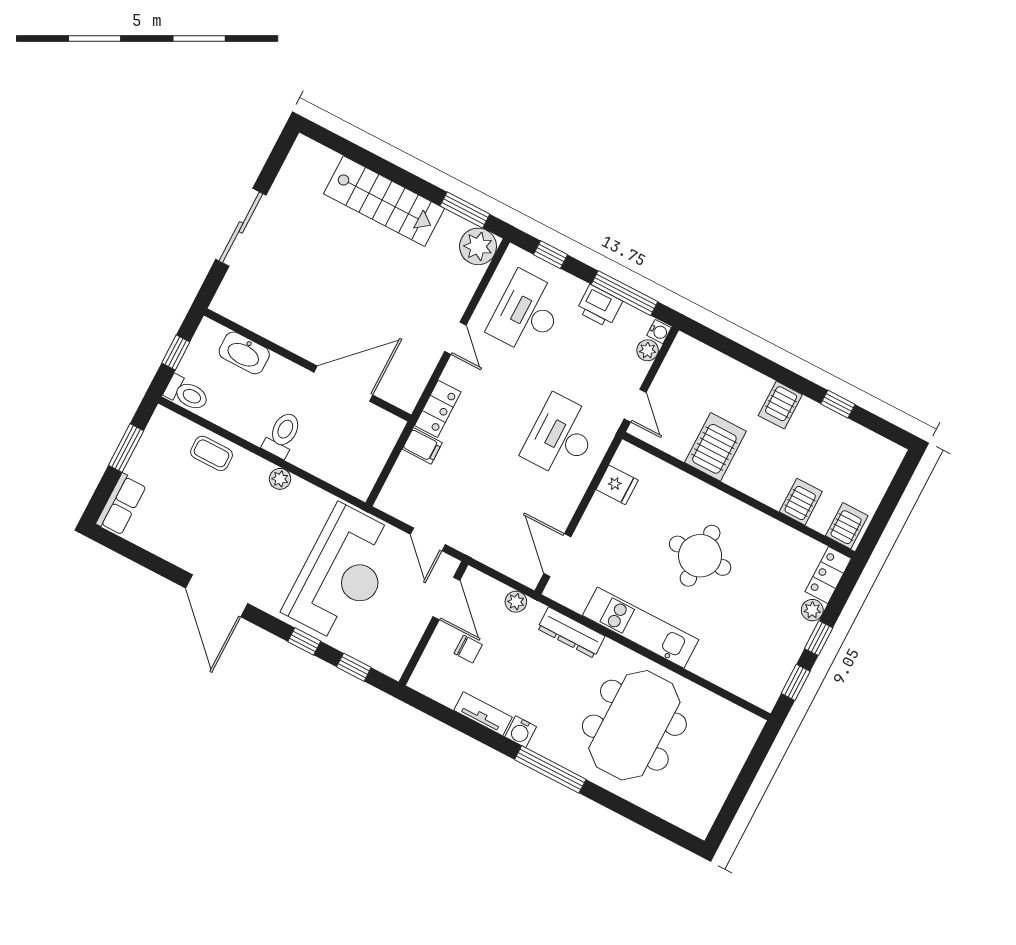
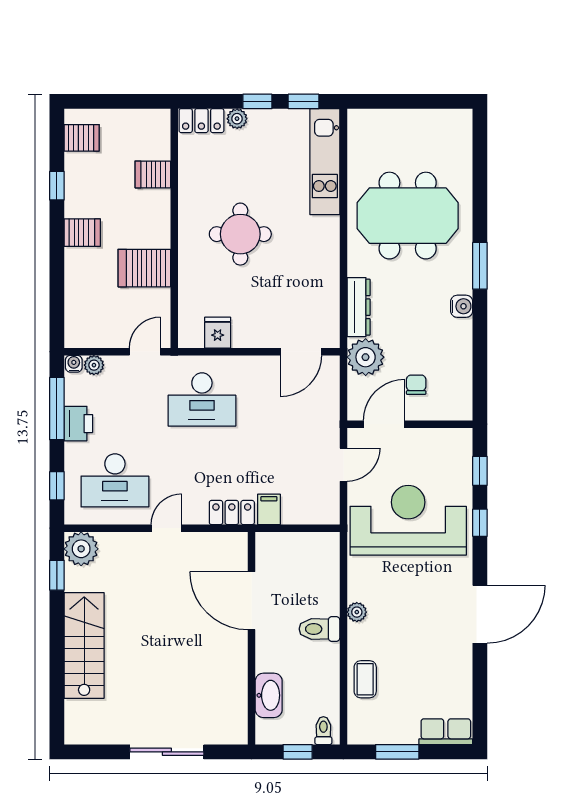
window: (465, 210) -> (57, 575), width x0.67
toilet: (187, 393) -> (323, 731), width x0.73, depth x0.72
server rack: (847, 526) -> (82, 138), moved, turned 180
plant: (516, 602) -> (366, 357), width x1.88, depth x1.88
kitchen unit: (641, 628) -> (325, 162), moved
tv unit: (483, 714) -> (463, 345), removed
window: (550, 769) -> (480, 266), width x0.69

